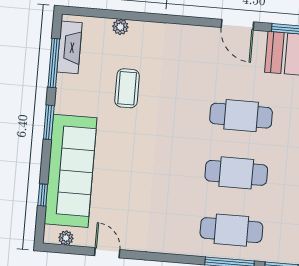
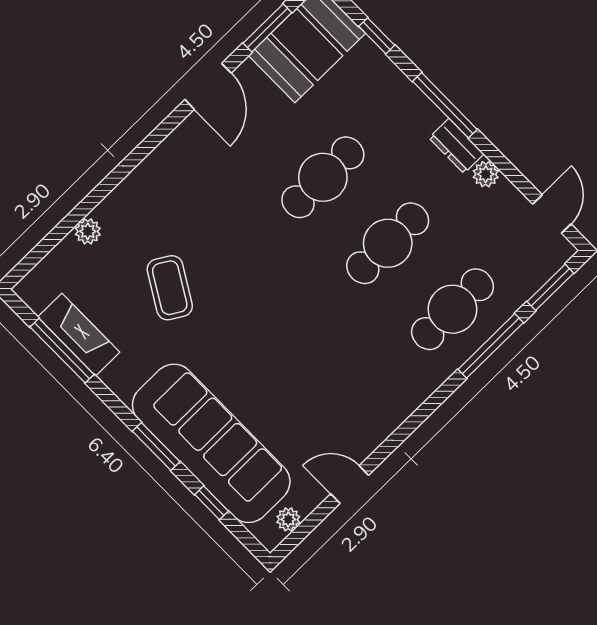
door: (237, 25) -> (208, 86), hinge flipped
fireplace: (70, 47) -> (79, 335), moved
coffee table: (127, 88) -> (170, 288), turned 31
window: (49, 122) -> (156, 446), moved

